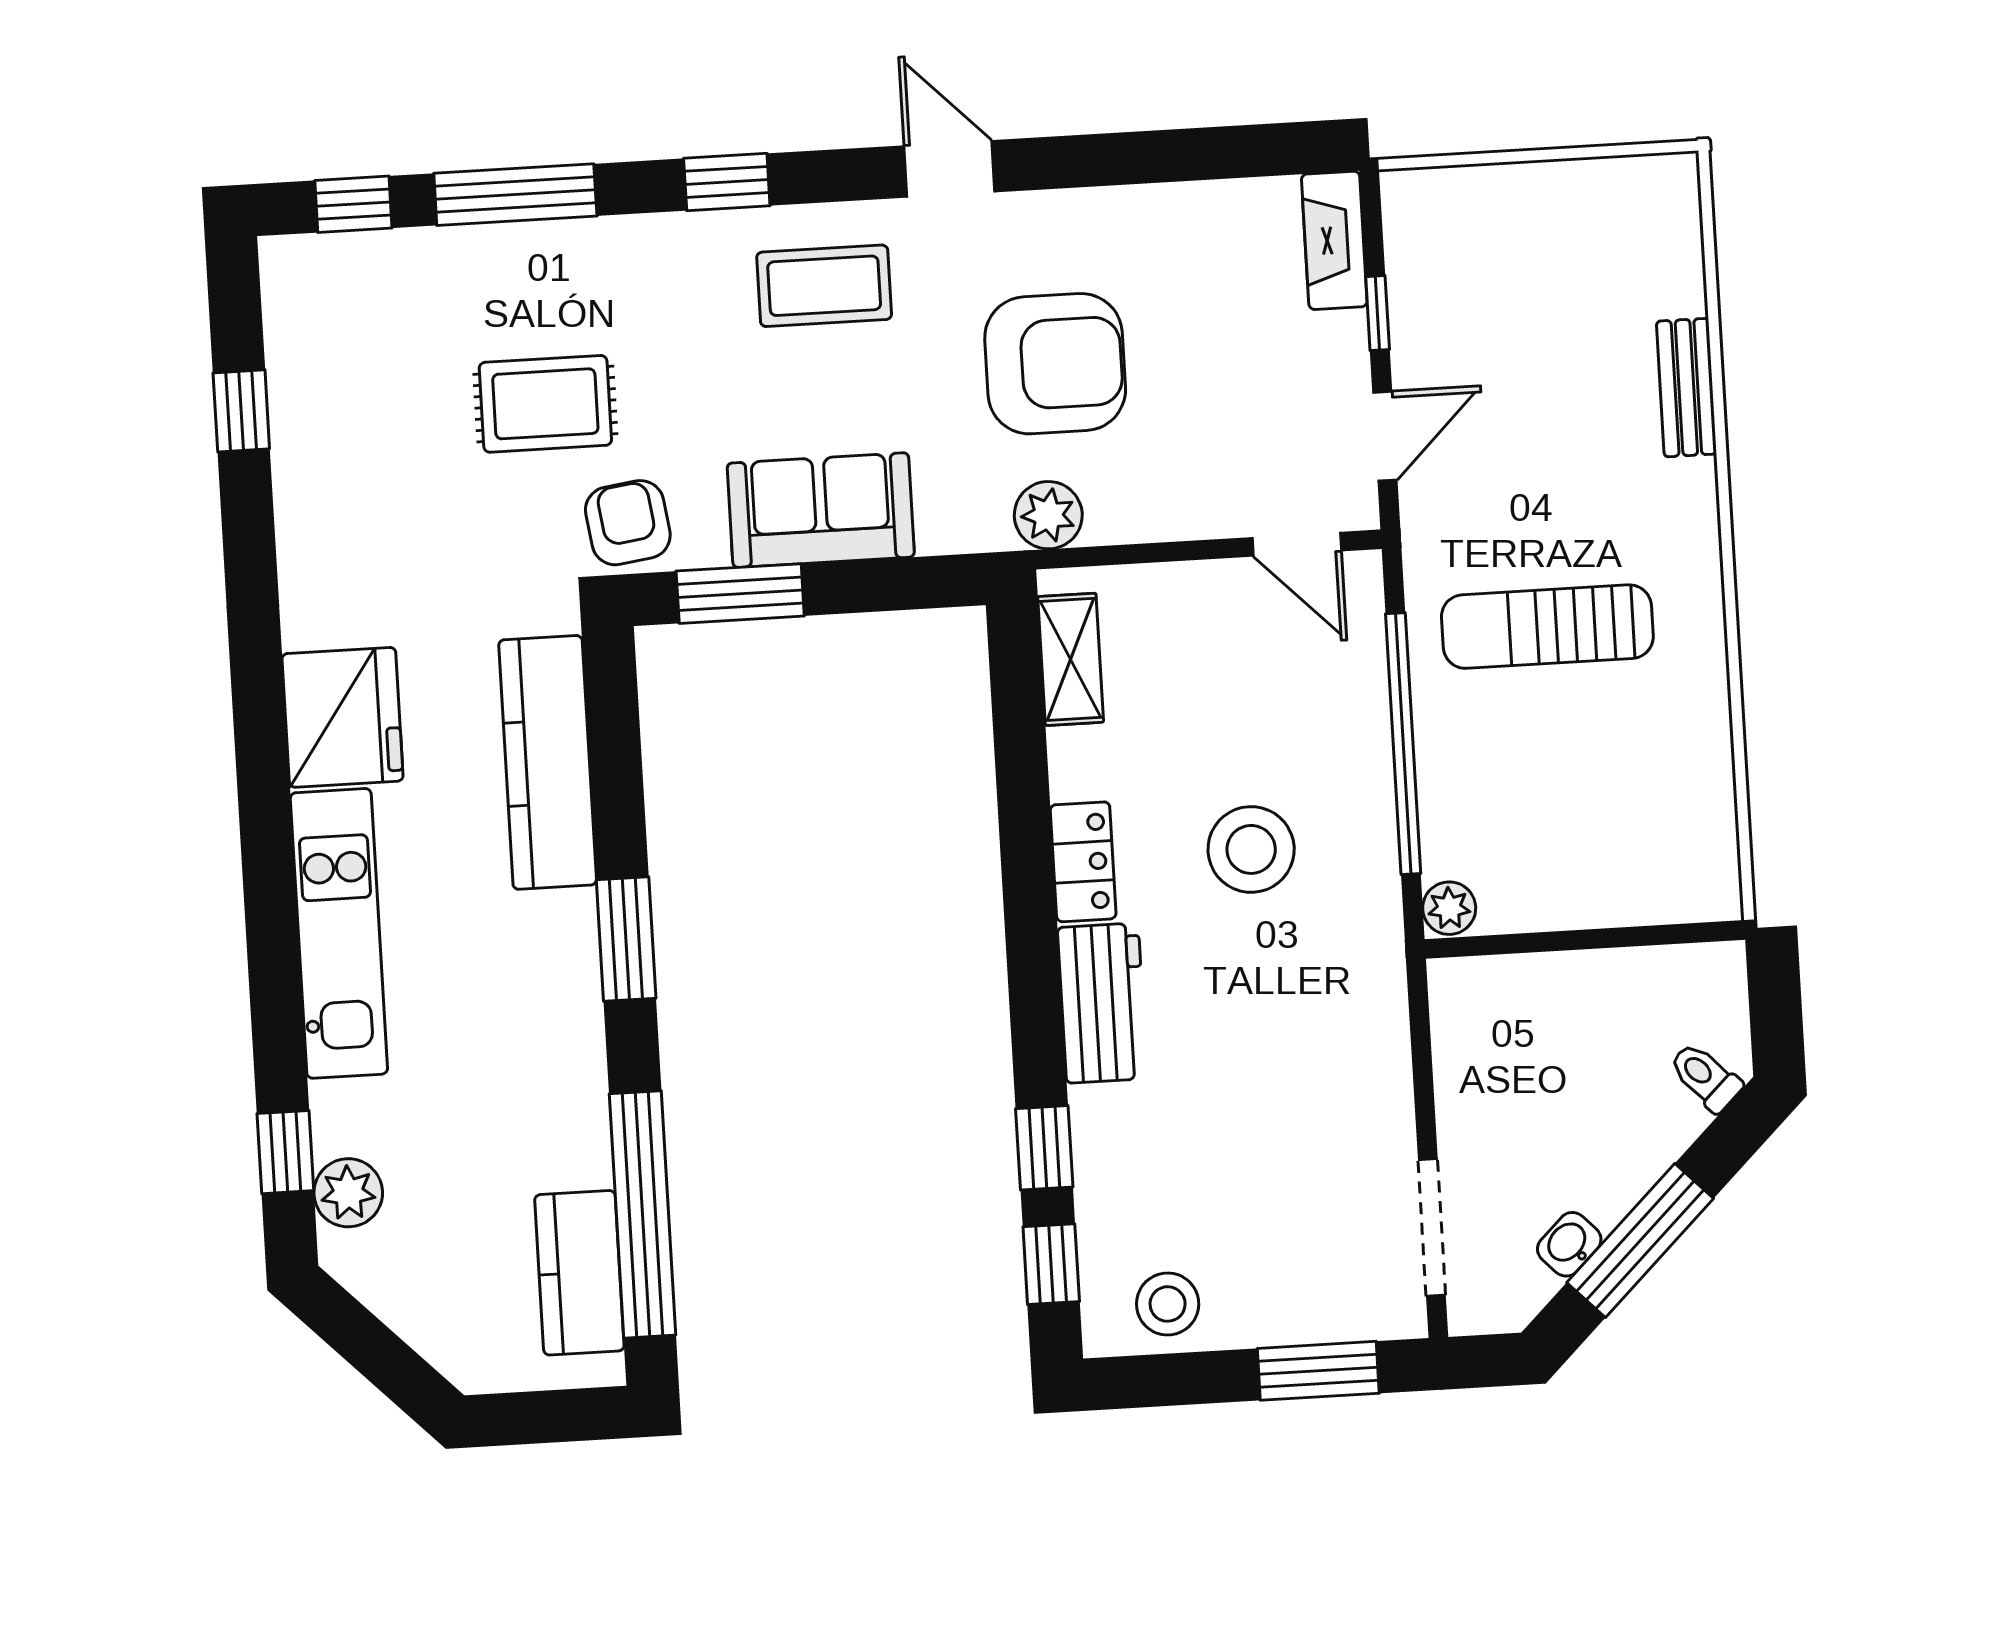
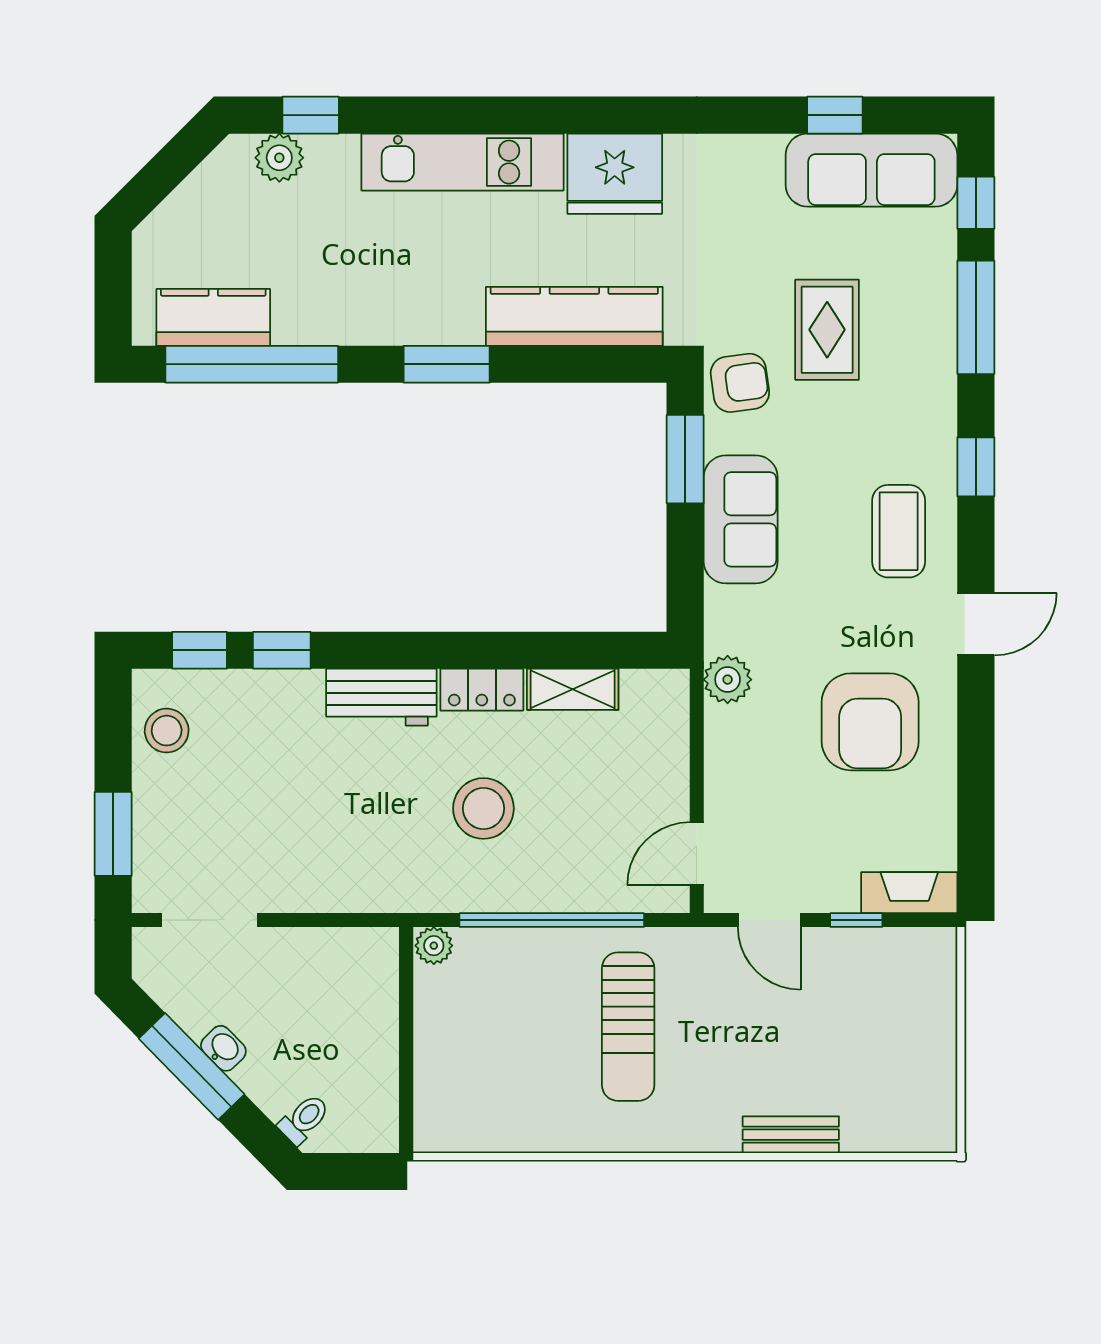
sofa: (316, 355) -> (871, 170), added
armchair: (1055, 364) -> (870, 722), moved
sun lounger: (1547, 627) -> (628, 1027), turned 180
shelving: (1071, 659) -> (573, 689), moved
washbasin: (1569, 1244) -> (223, 1048), moved

